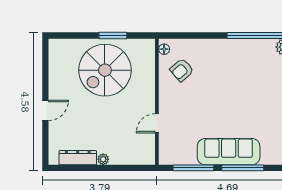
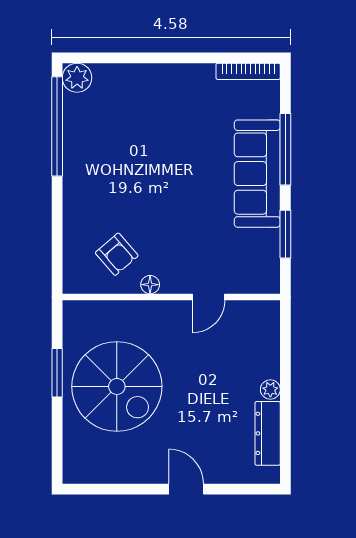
floor lamp: (164, 49) -> (150, 285), moved
door: (157, 123) -> (209, 297), hinge flipped
window: (193, 168) -> (285, 234), width x0.69

